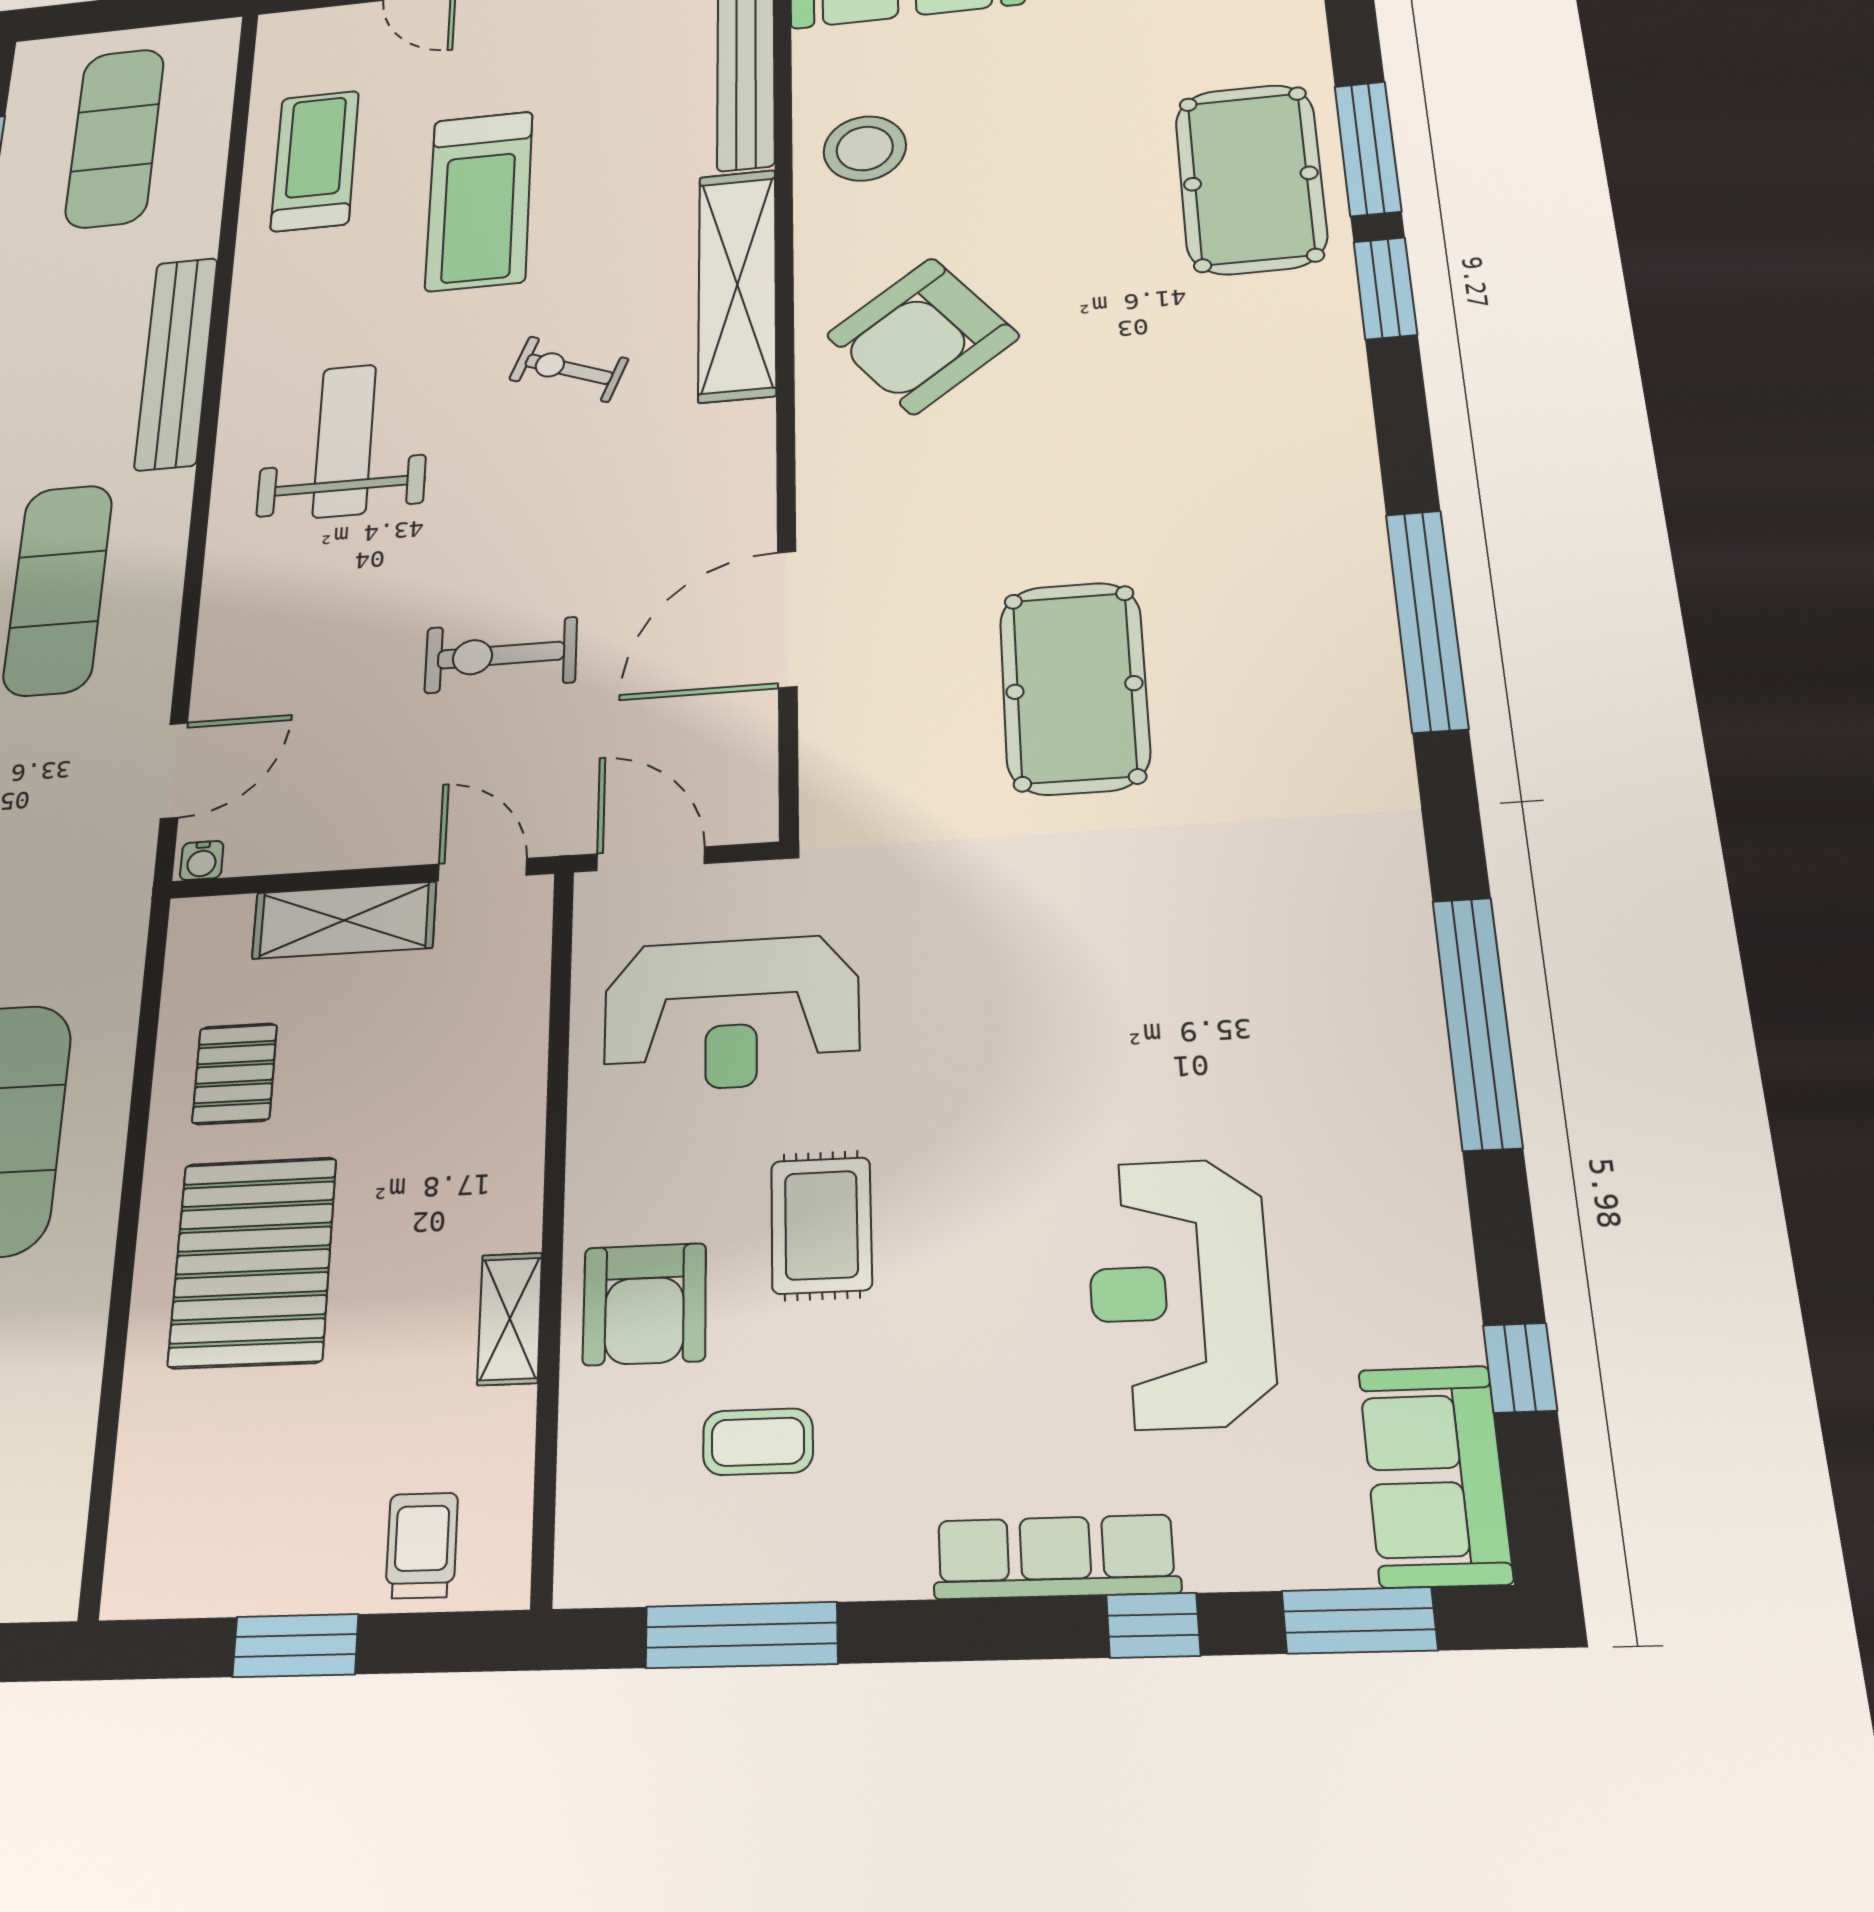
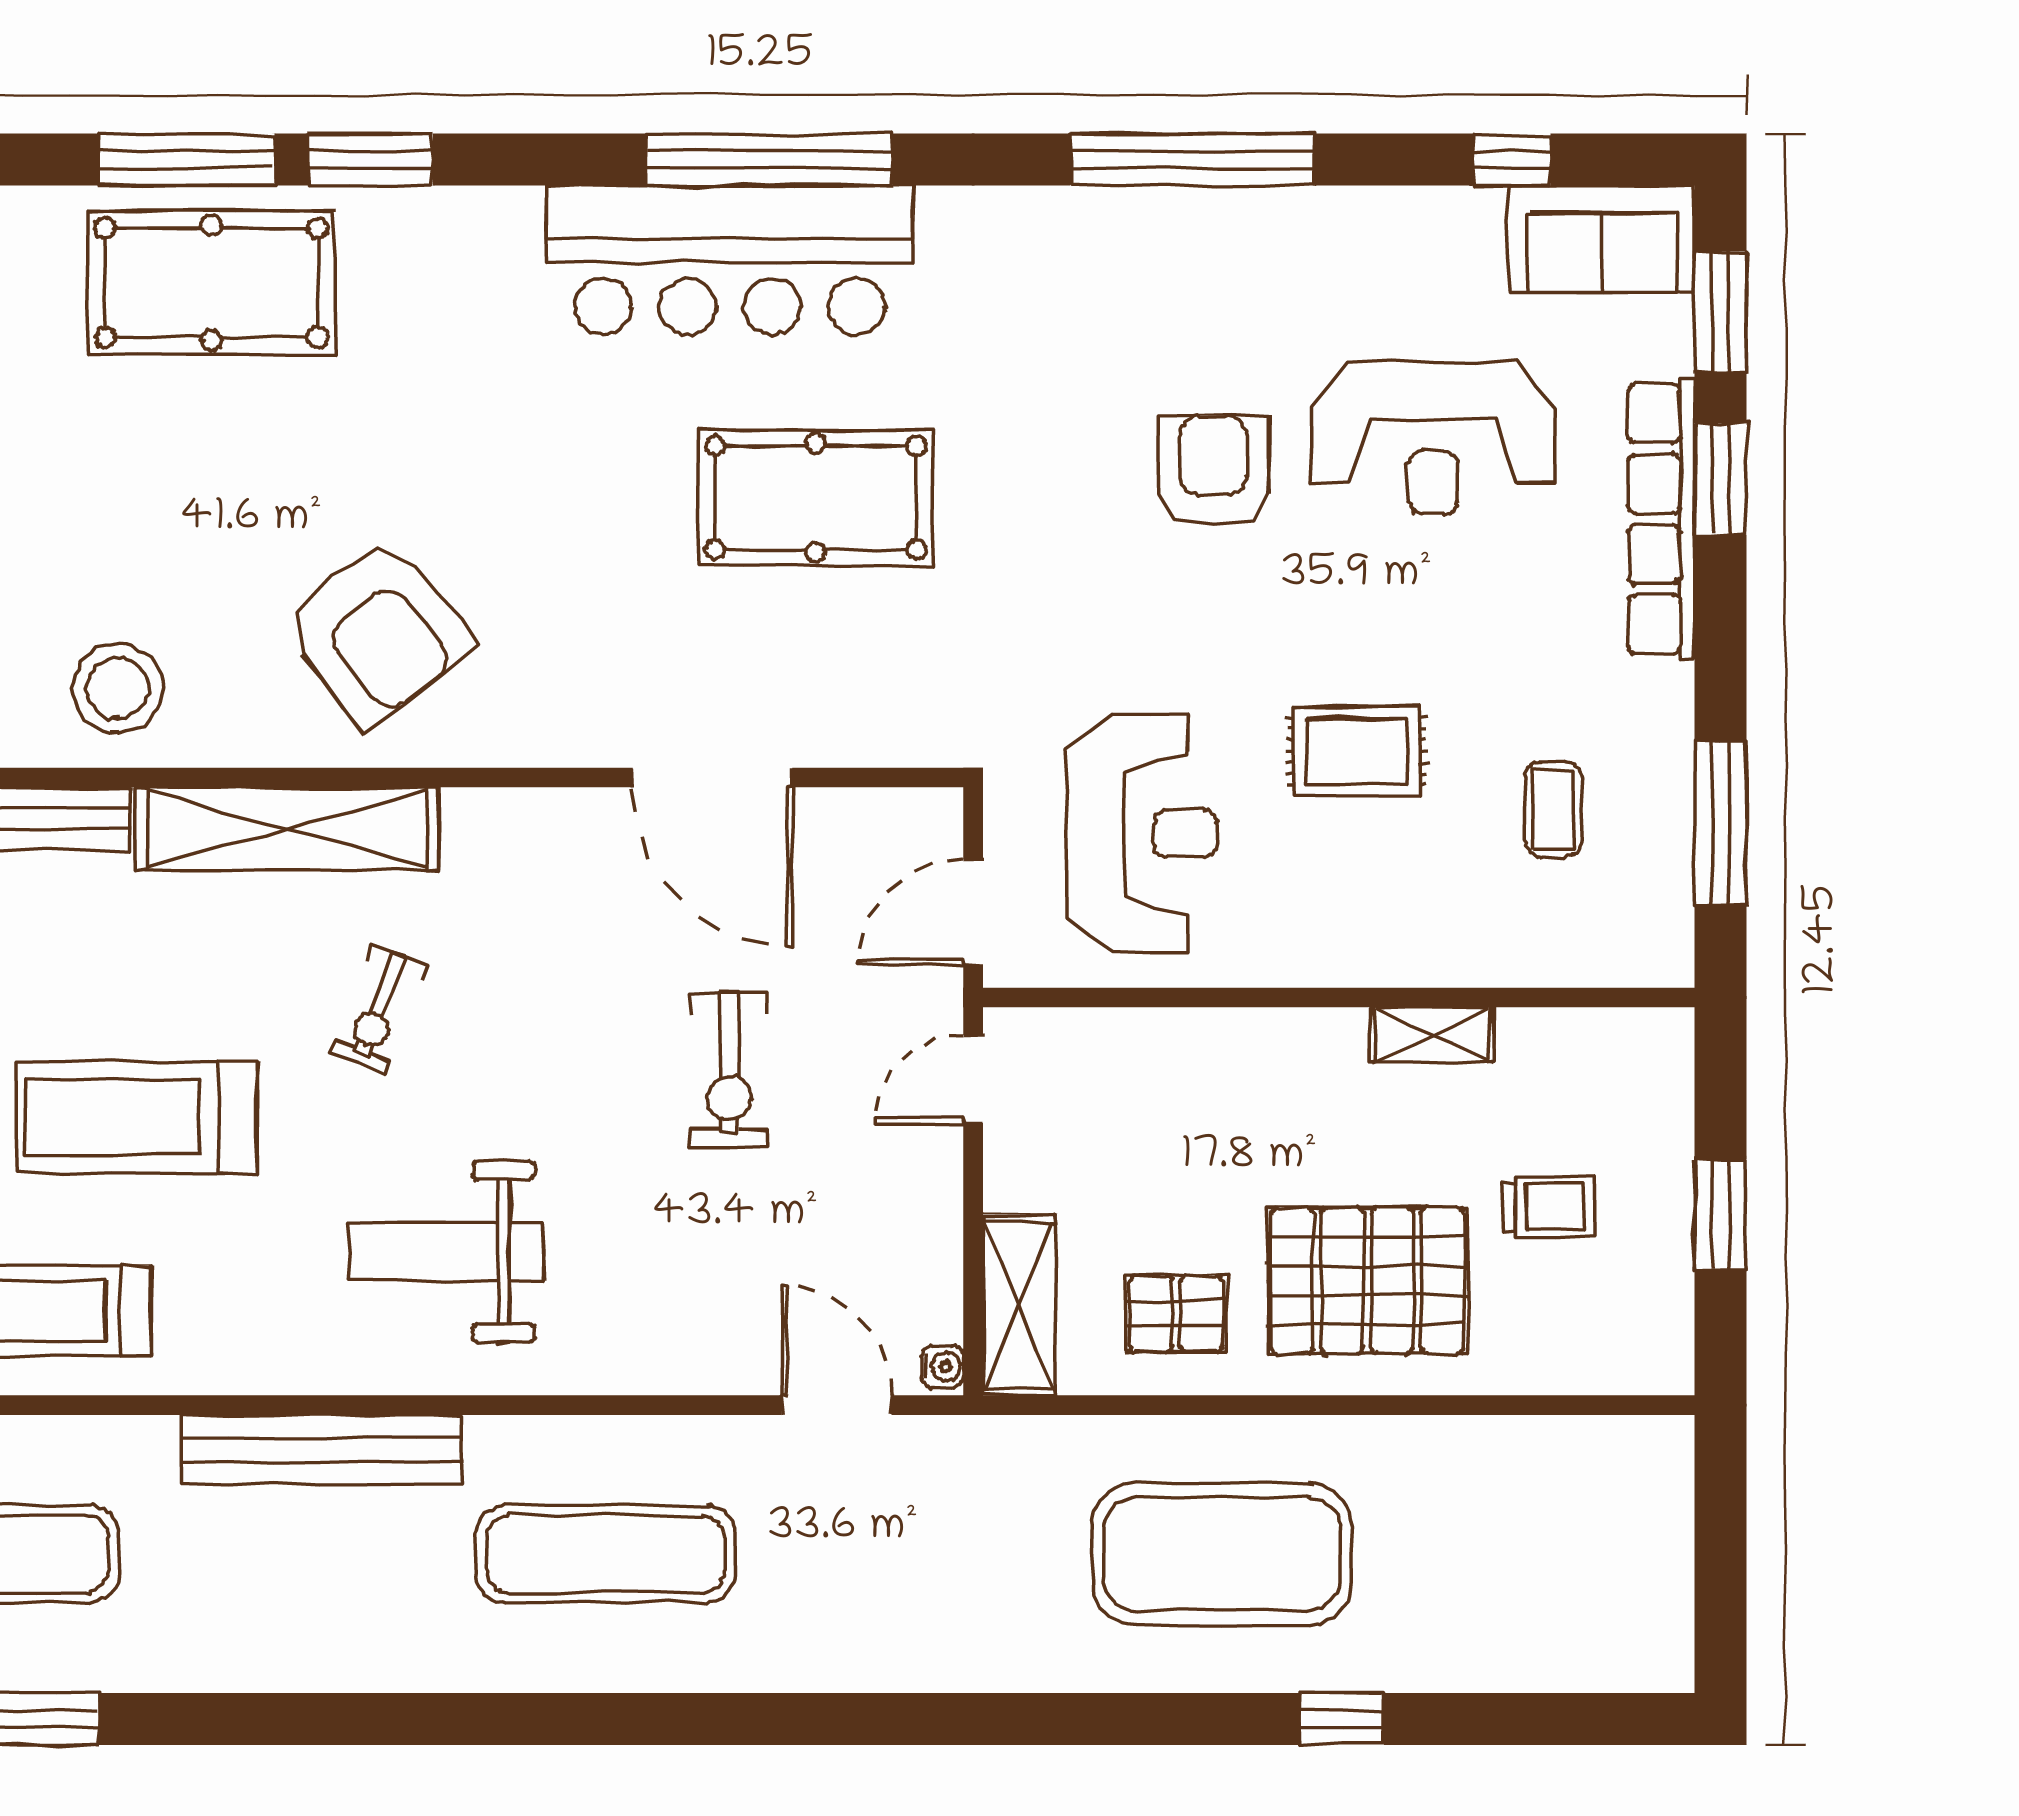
treadmill: (479, 201) -> (136, 1117), turned 180
bar counter: (1316, 594) -> (730, 260), added
shelving: (344, 920) -> (1019, 1305), moved
armchair: (644, 1304) -> (1213, 471), moved, turned -90
trolley: (422, 1545) -> (1549, 1207), moved, turned 180
row of seats: (1056, 1557) -> (1661, 519), width x1.36
window: (1153, 1625) -> (1721, 479), width x1.50

